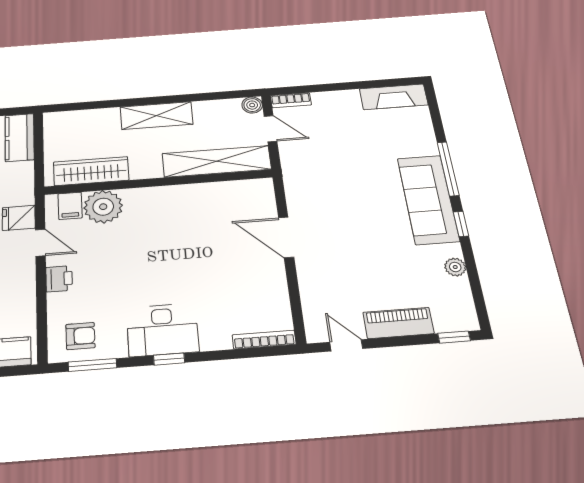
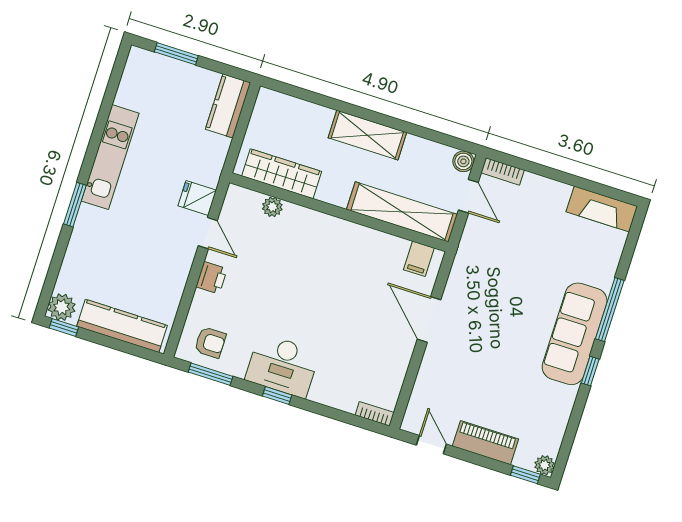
filing cabinet: (70, 206) -> (419, 259), moved
plant: (103, 207) -> (272, 207), width x0.53, depth x0.53
plant: (455, 267) -> (545, 465), moved
bookcase: (264, 340) -> (375, 414), width x0.64

